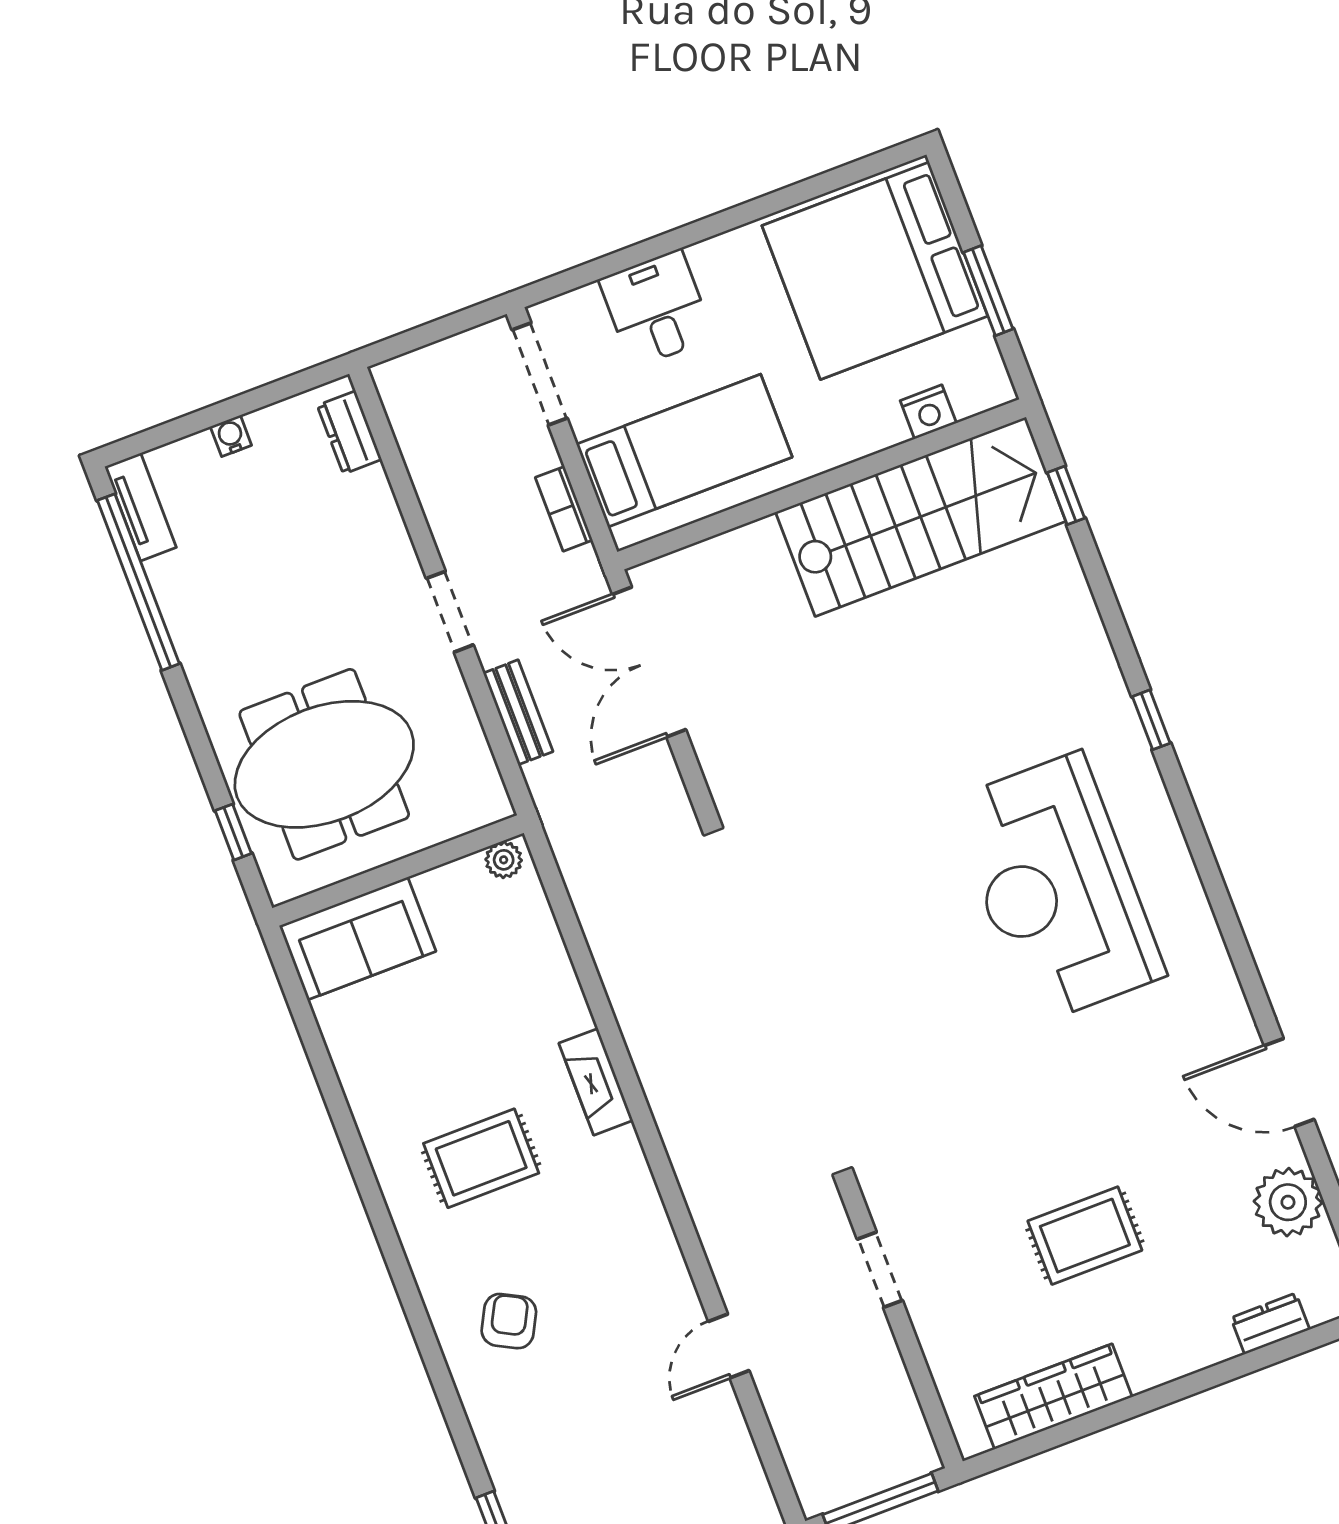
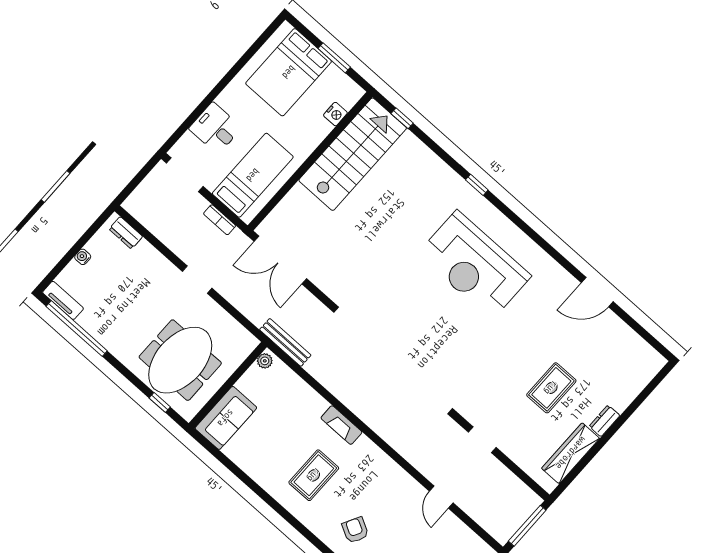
bed: (875, 271) -> (289, 72), width x0.73
bench: (518, 712) -> (285, 342), moved, width x1.36
plant: (1288, 1202) -> (620, 337), removed
dresser: (1270, 1324) -> (604, 421), moved

